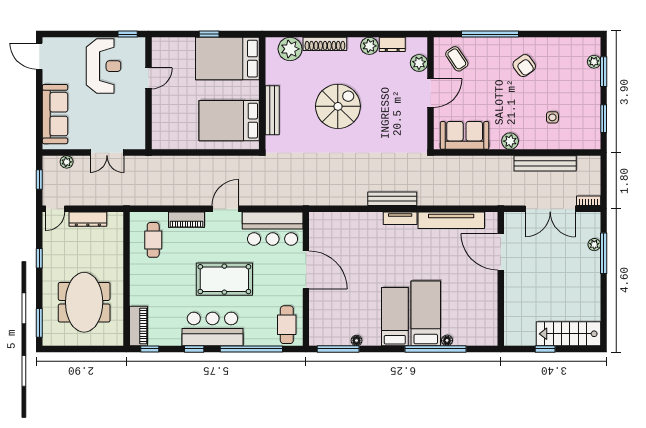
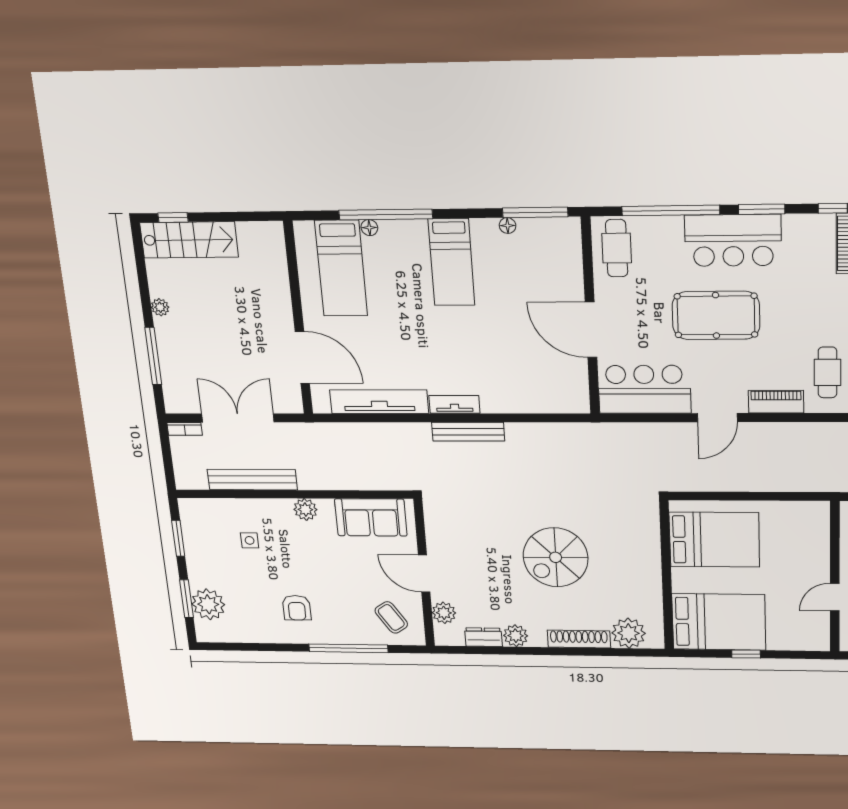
plant: (594, 62) -> (208, 604), width x1.88, depth x1.88
armchair: (524, 66) -> (297, 608), turned -144
door: (431, 93) -> (424, 574), hinge flipped
bench: (272, 110) -> (651, 553), removed
plant: (594, 245) -> (160, 307), moved
bed: (426, 313) -> (341, 268), moved
window: (194, 349) -> (762, 209), width x1.50
window: (545, 349) -> (173, 217), moved

